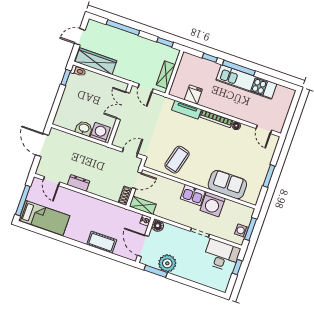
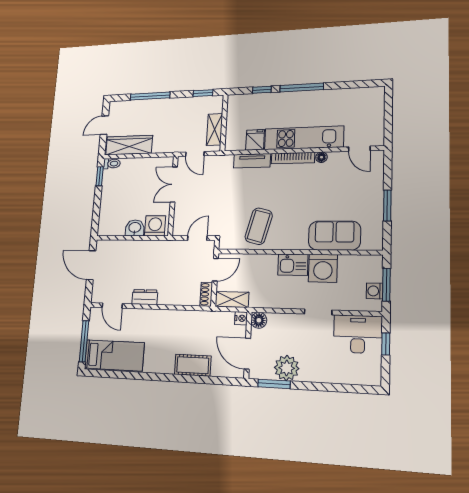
kitchen unit: (246, 82) -> (304, 138), moved, turned 180

